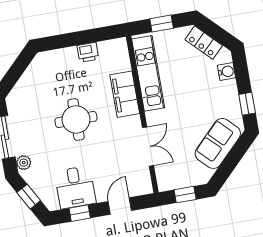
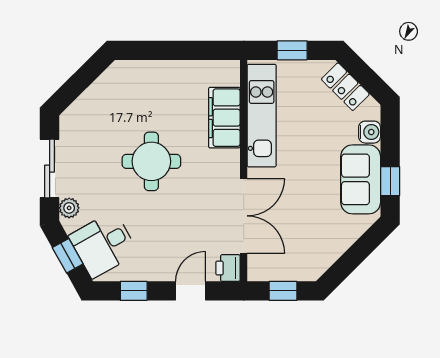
printer: (88, 52) -> (228, 268), moved, turned 90
filing cabinet: (125, 94) -> (224, 118), moved
sofa: (218, 143) -> (361, 179), moved, turned -45
double door: (148, 147) -> (244, 216), width x1.37
desk: (75, 187) -> (103, 244), moved, turned 61

